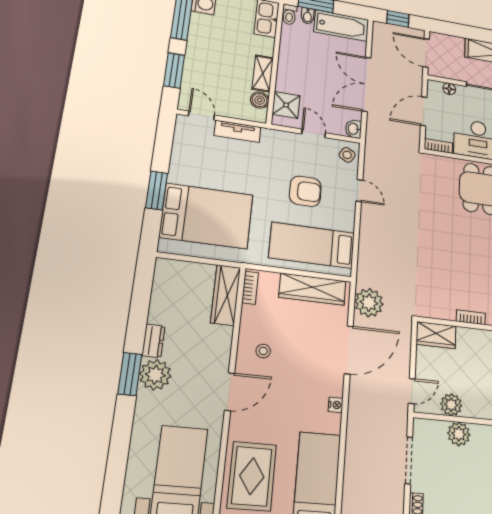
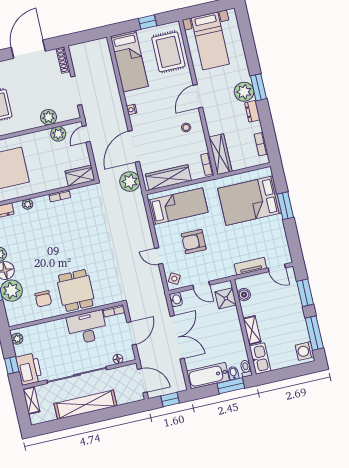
shelving: (263, 73) -> (252, 330), moved
bookcase: (159, 288) -> (261, 144), added

